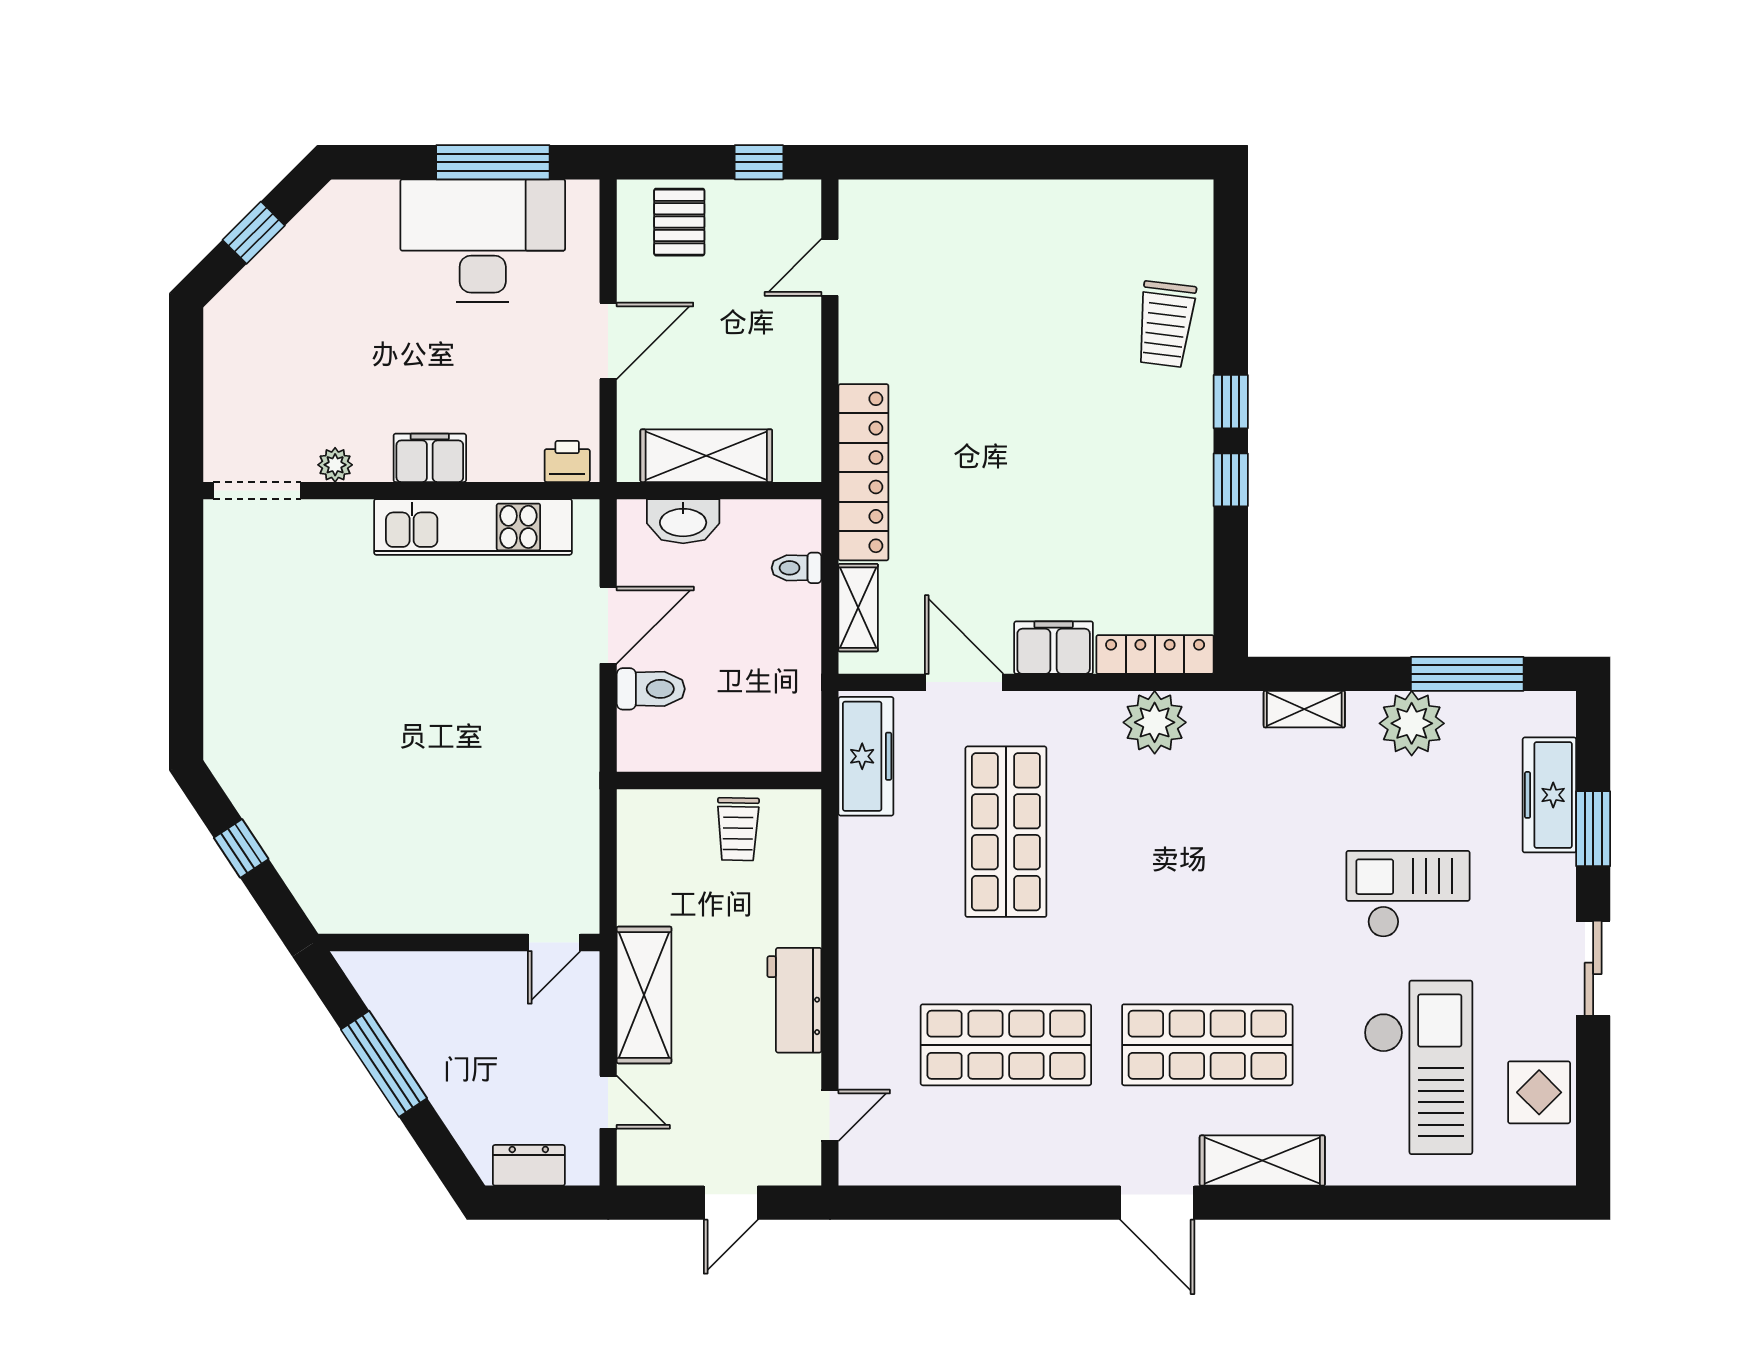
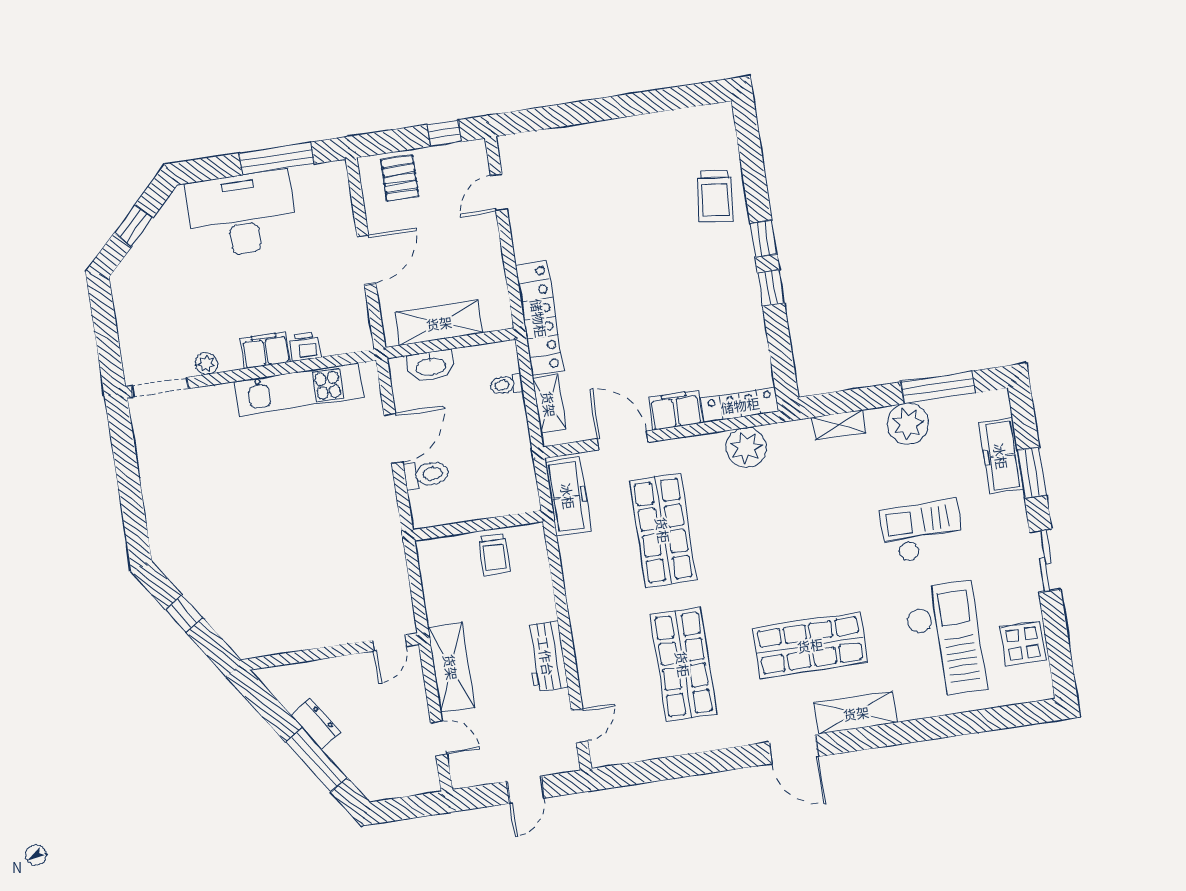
desk: (483, 241) -> (242, 214), moved
printer: (567, 461) -> (305, 347), moved
shop shelf: (1006, 1045) -> (683, 664), turned 90
window: (384, 1064) -> (316, 760), moved
dresser: (529, 1165) -> (316, 724), moved, turned 56

